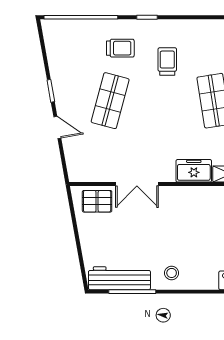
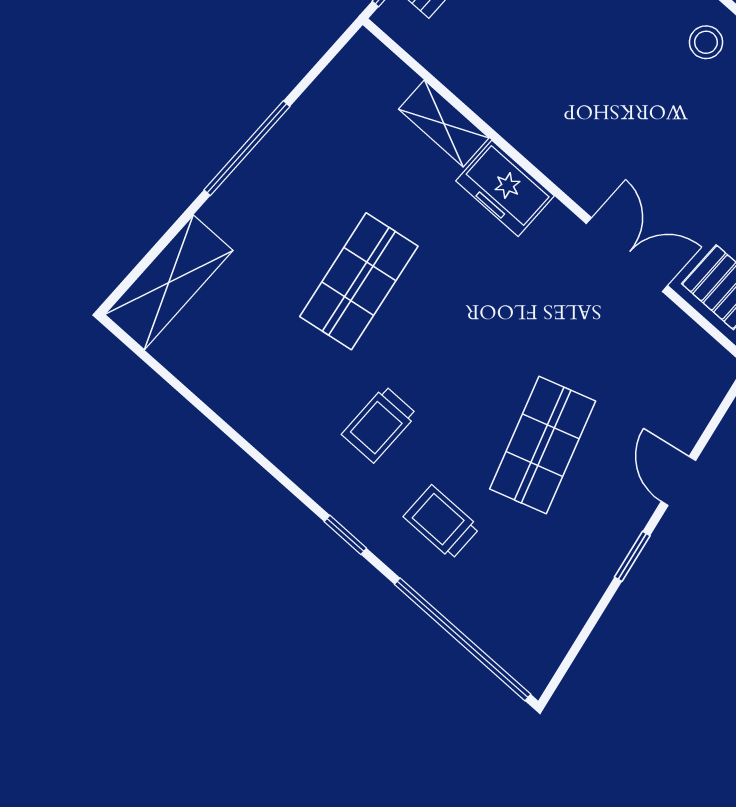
shop shelf: (110, 101) -> (543, 445), turned -33

